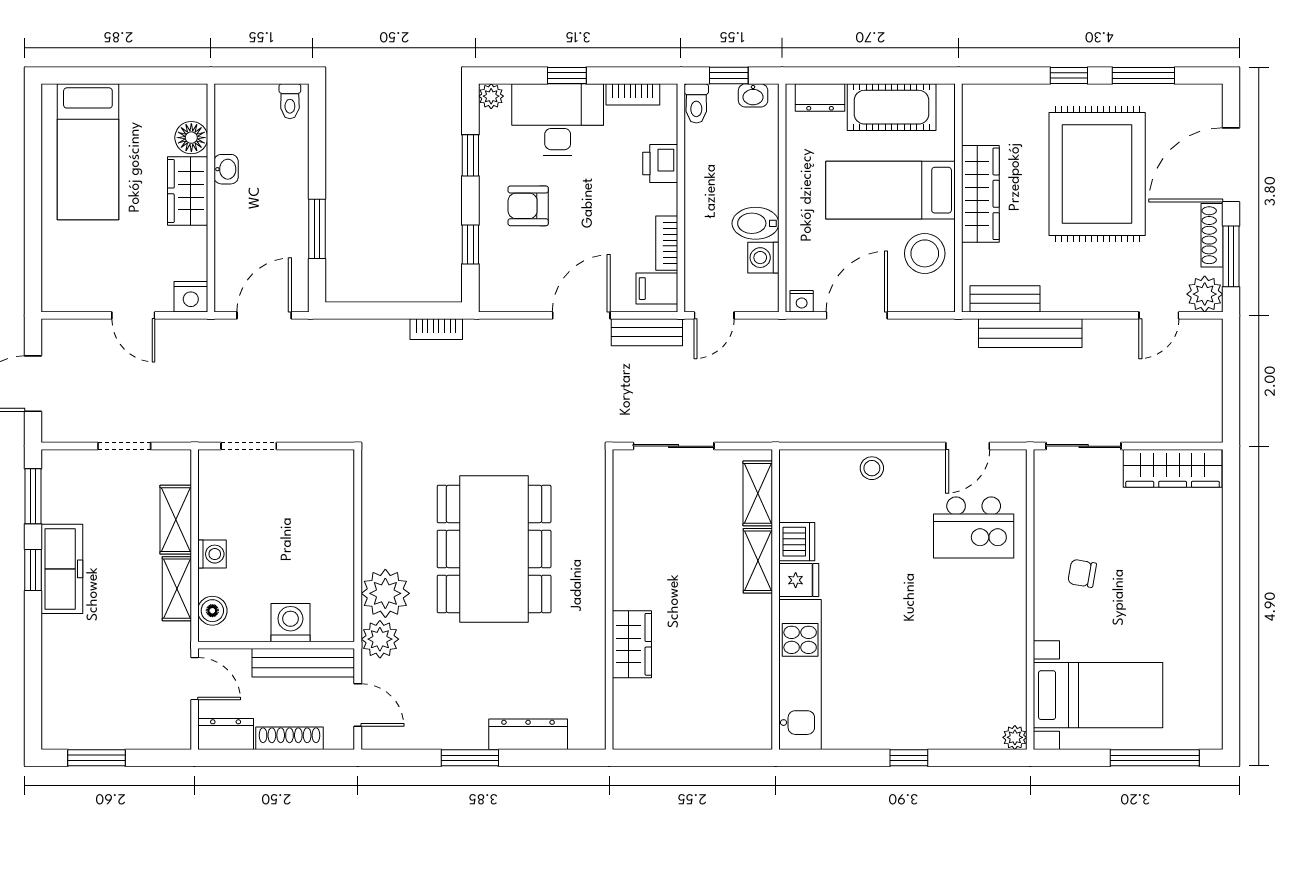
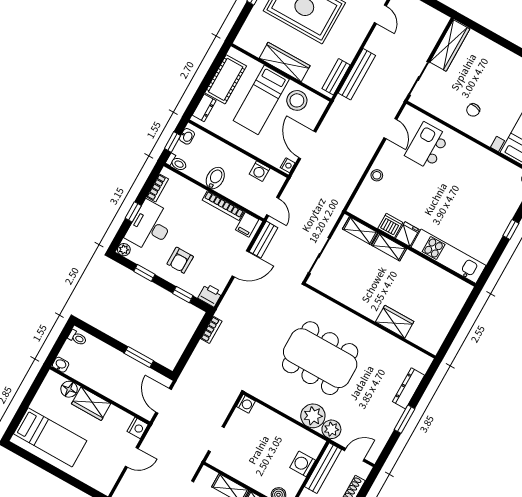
printer: (660, 164) -> (210, 295), moved, turned 180
washbasin: (226, 169) -> (61, 365), moved
bidet: (756, 223) -> (215, 178), moved, turned 180
bookcase: (667, 243) -> (223, 206), width x1.56
door: (581, 315) -> (240, 264), swing flipped
kitchen island: (974, 527) -> (427, 146), turned 180
washing machine: (212, 554) -> (246, 404), moved, turned 90

